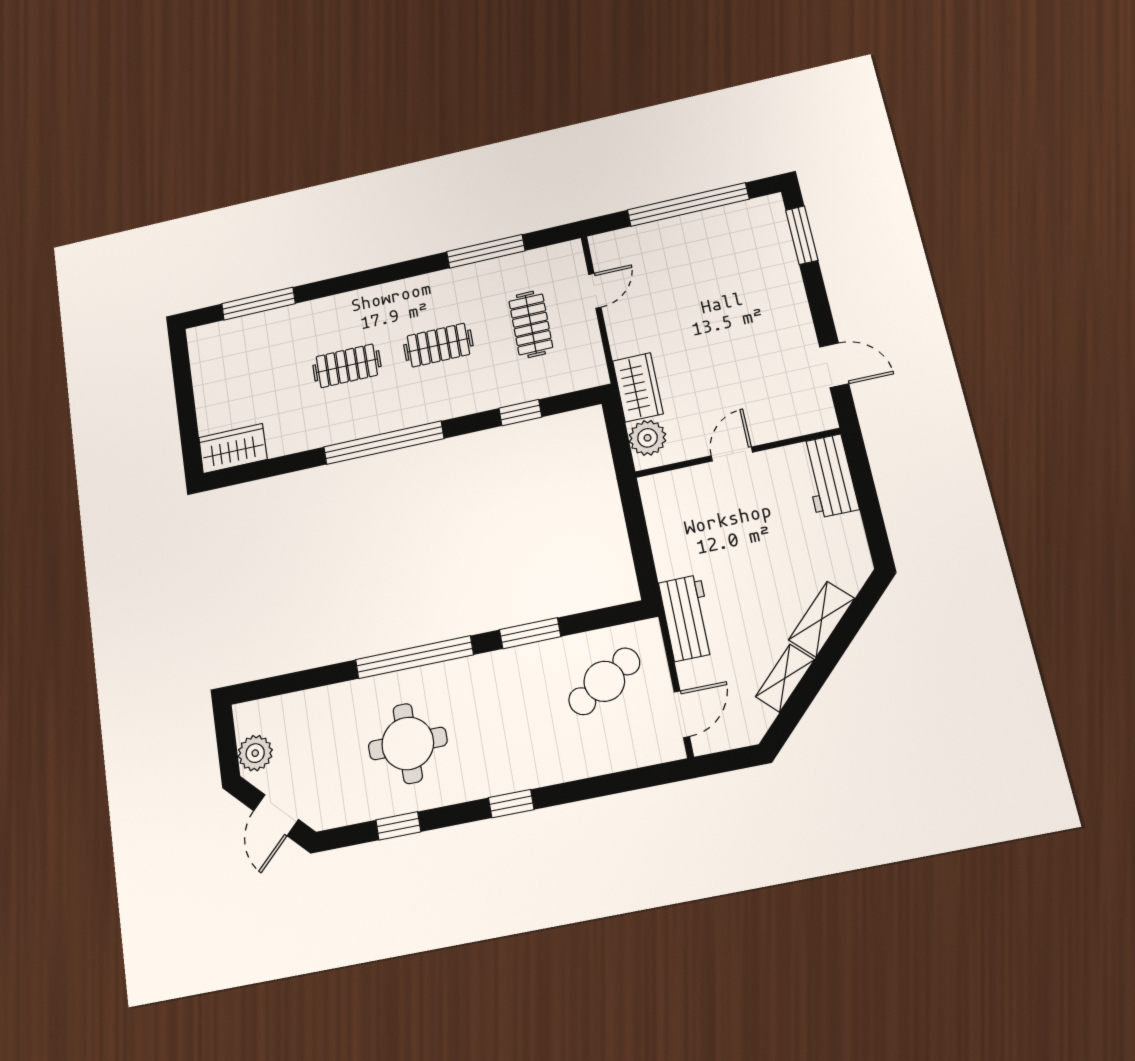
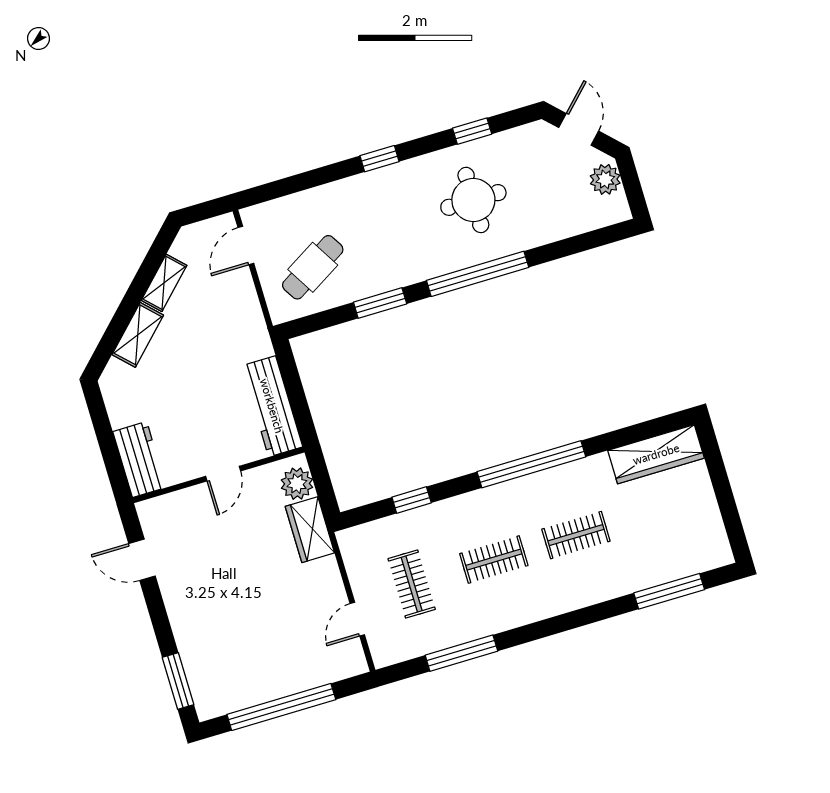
wardrobe: (233, 448) -> (656, 454), width x1.50
workbench: (687, 618) -> (272, 406), moved, width x1.38

